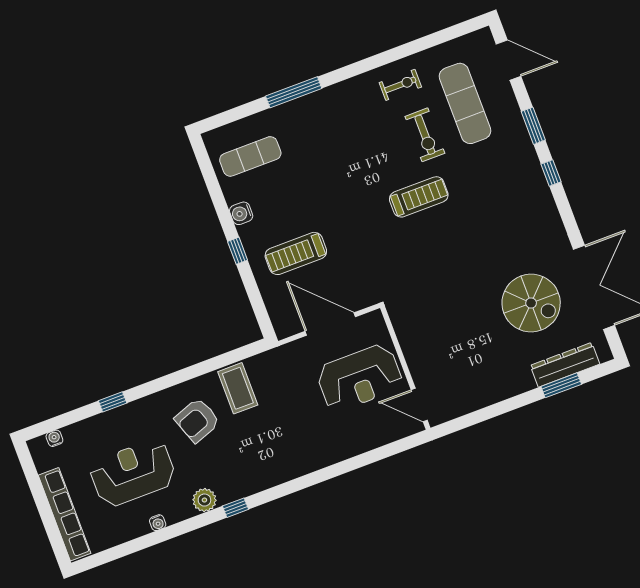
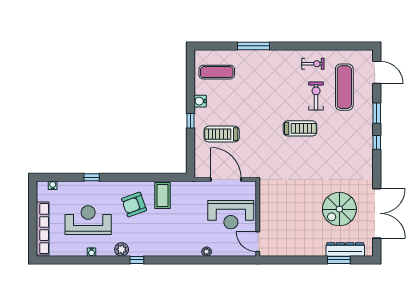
exercise bike: (425, 135) -> (316, 96), turned 180
spiral stairs: (531, 303) -> (339, 209), turned 90
plant: (343, 452) -> (207, 252), added

